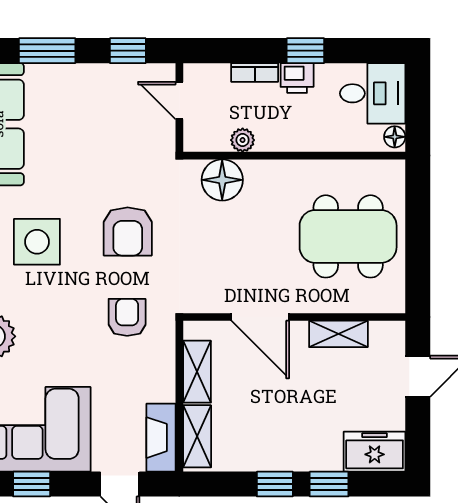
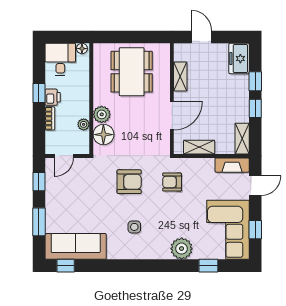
plant: (263, 176) -> (102, 114), added
side table: (37, 242) -> (134, 227), width x0.54, depth x0.54
shelving: (197, 436) -> (242, 139), moved, turned 90

